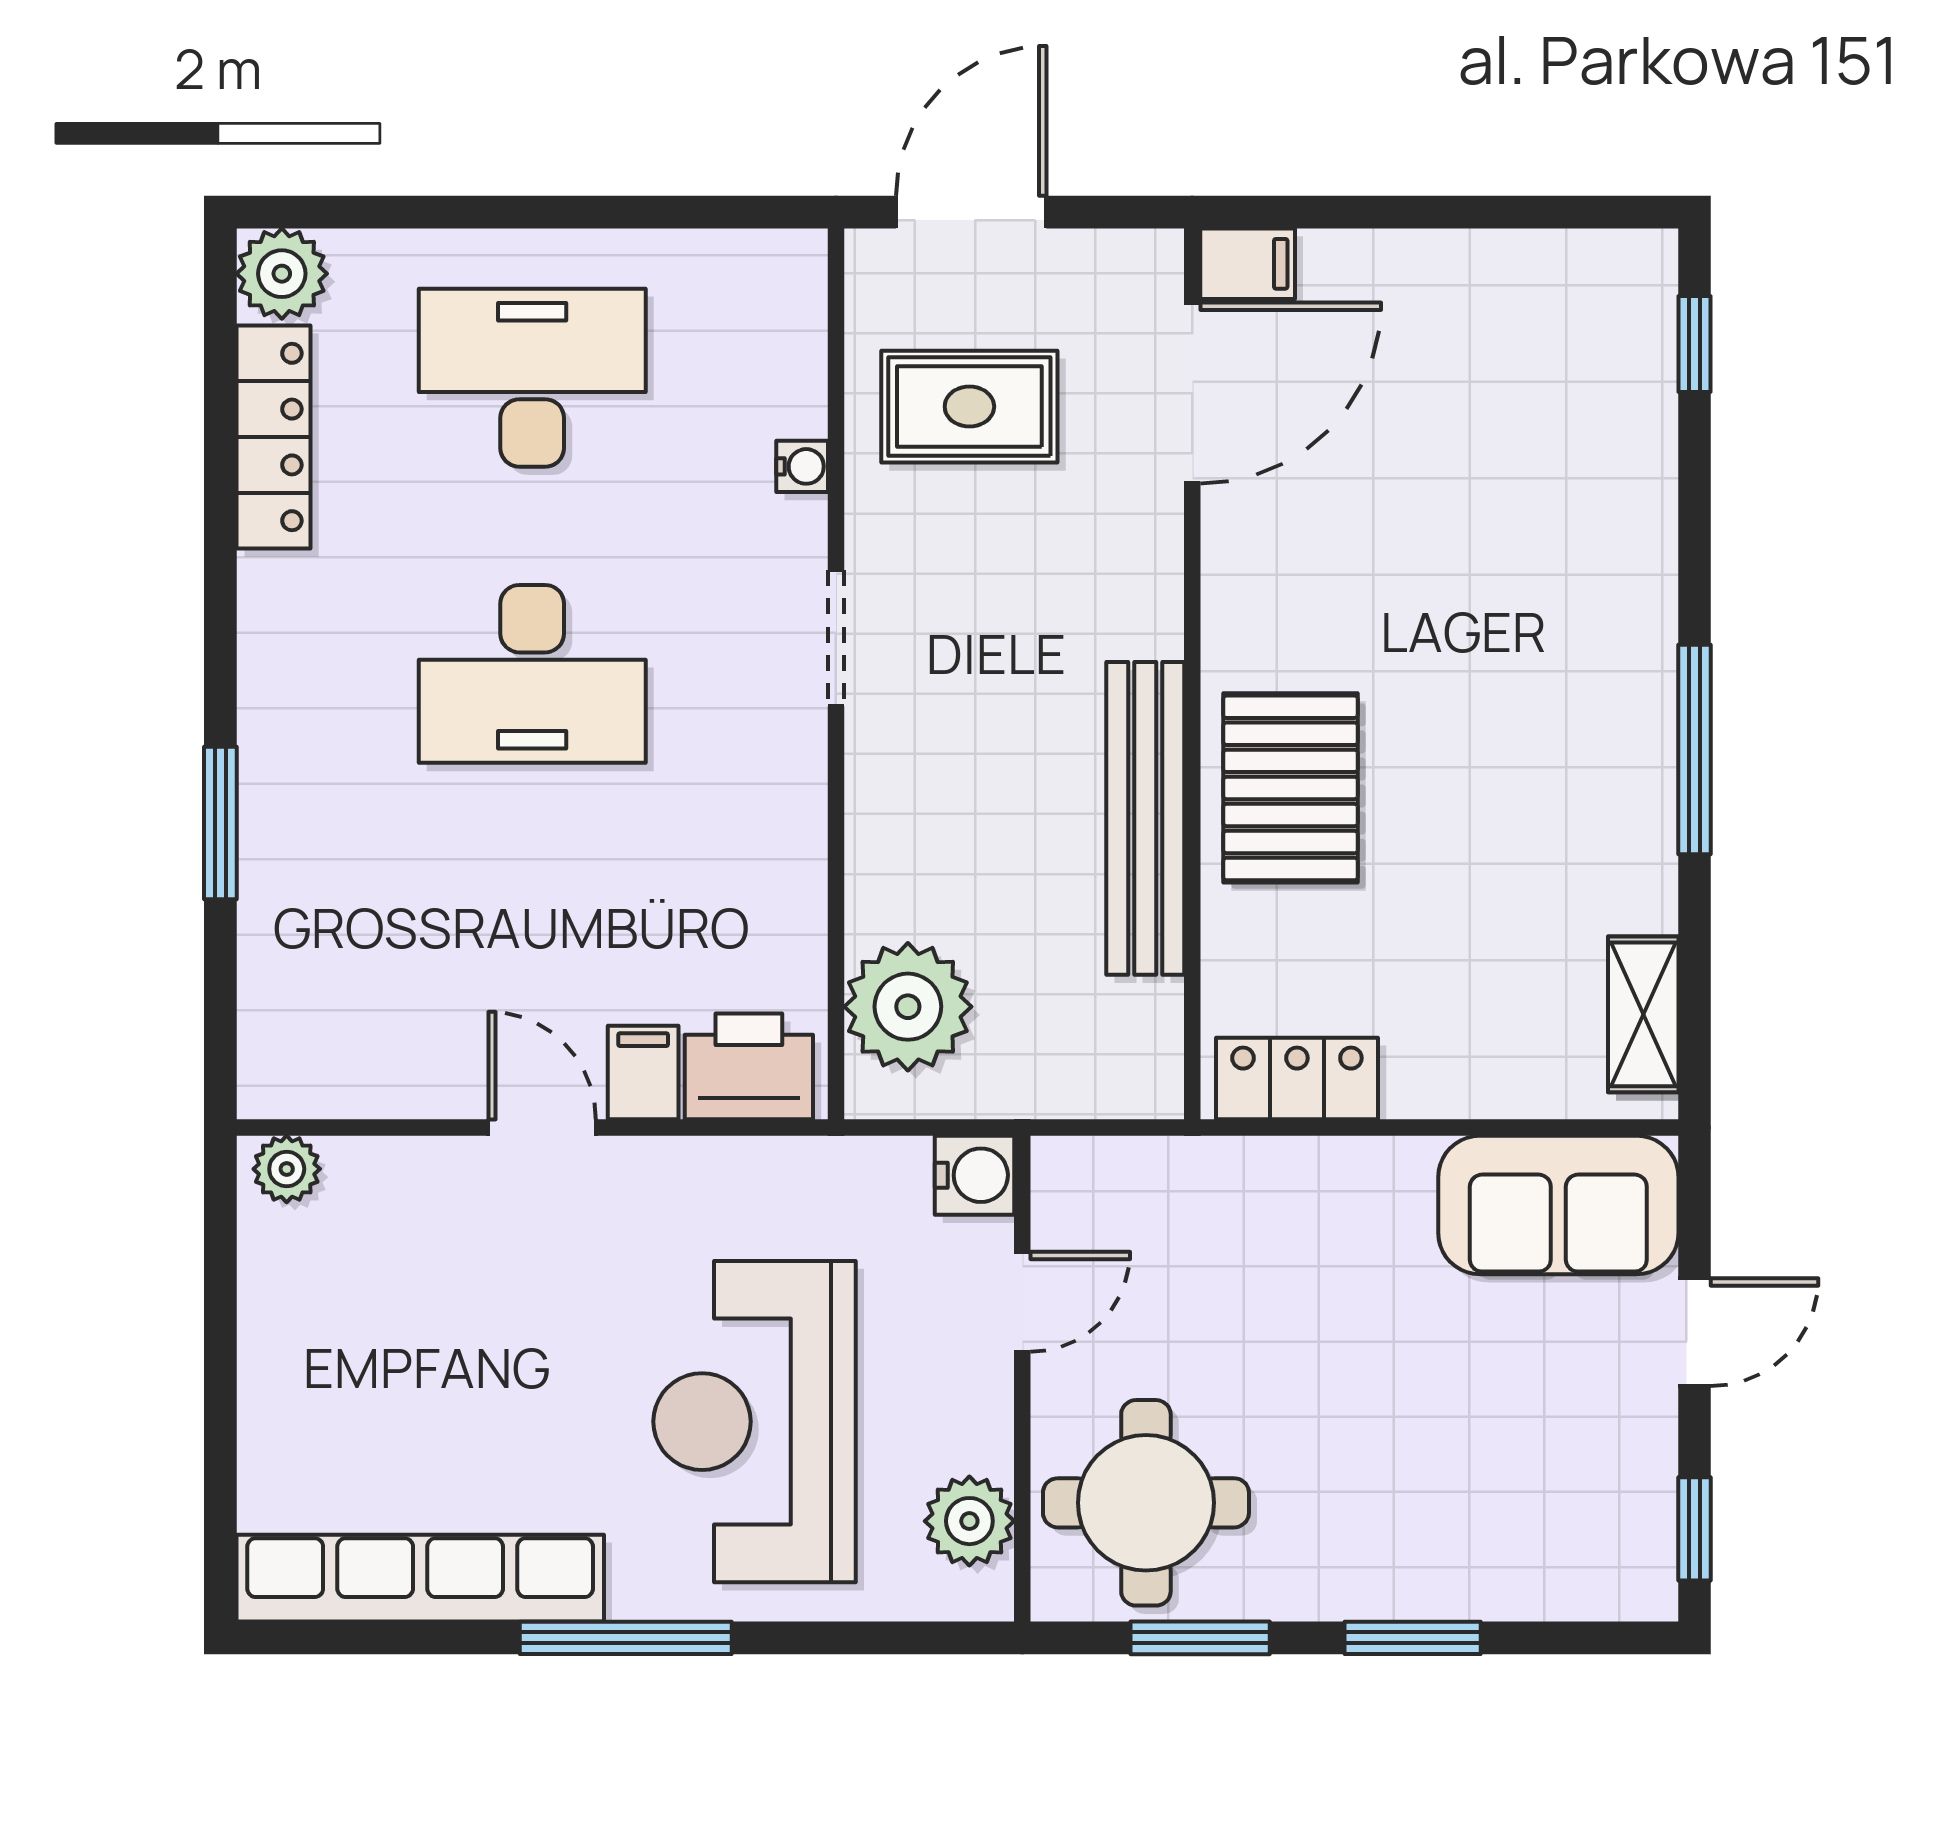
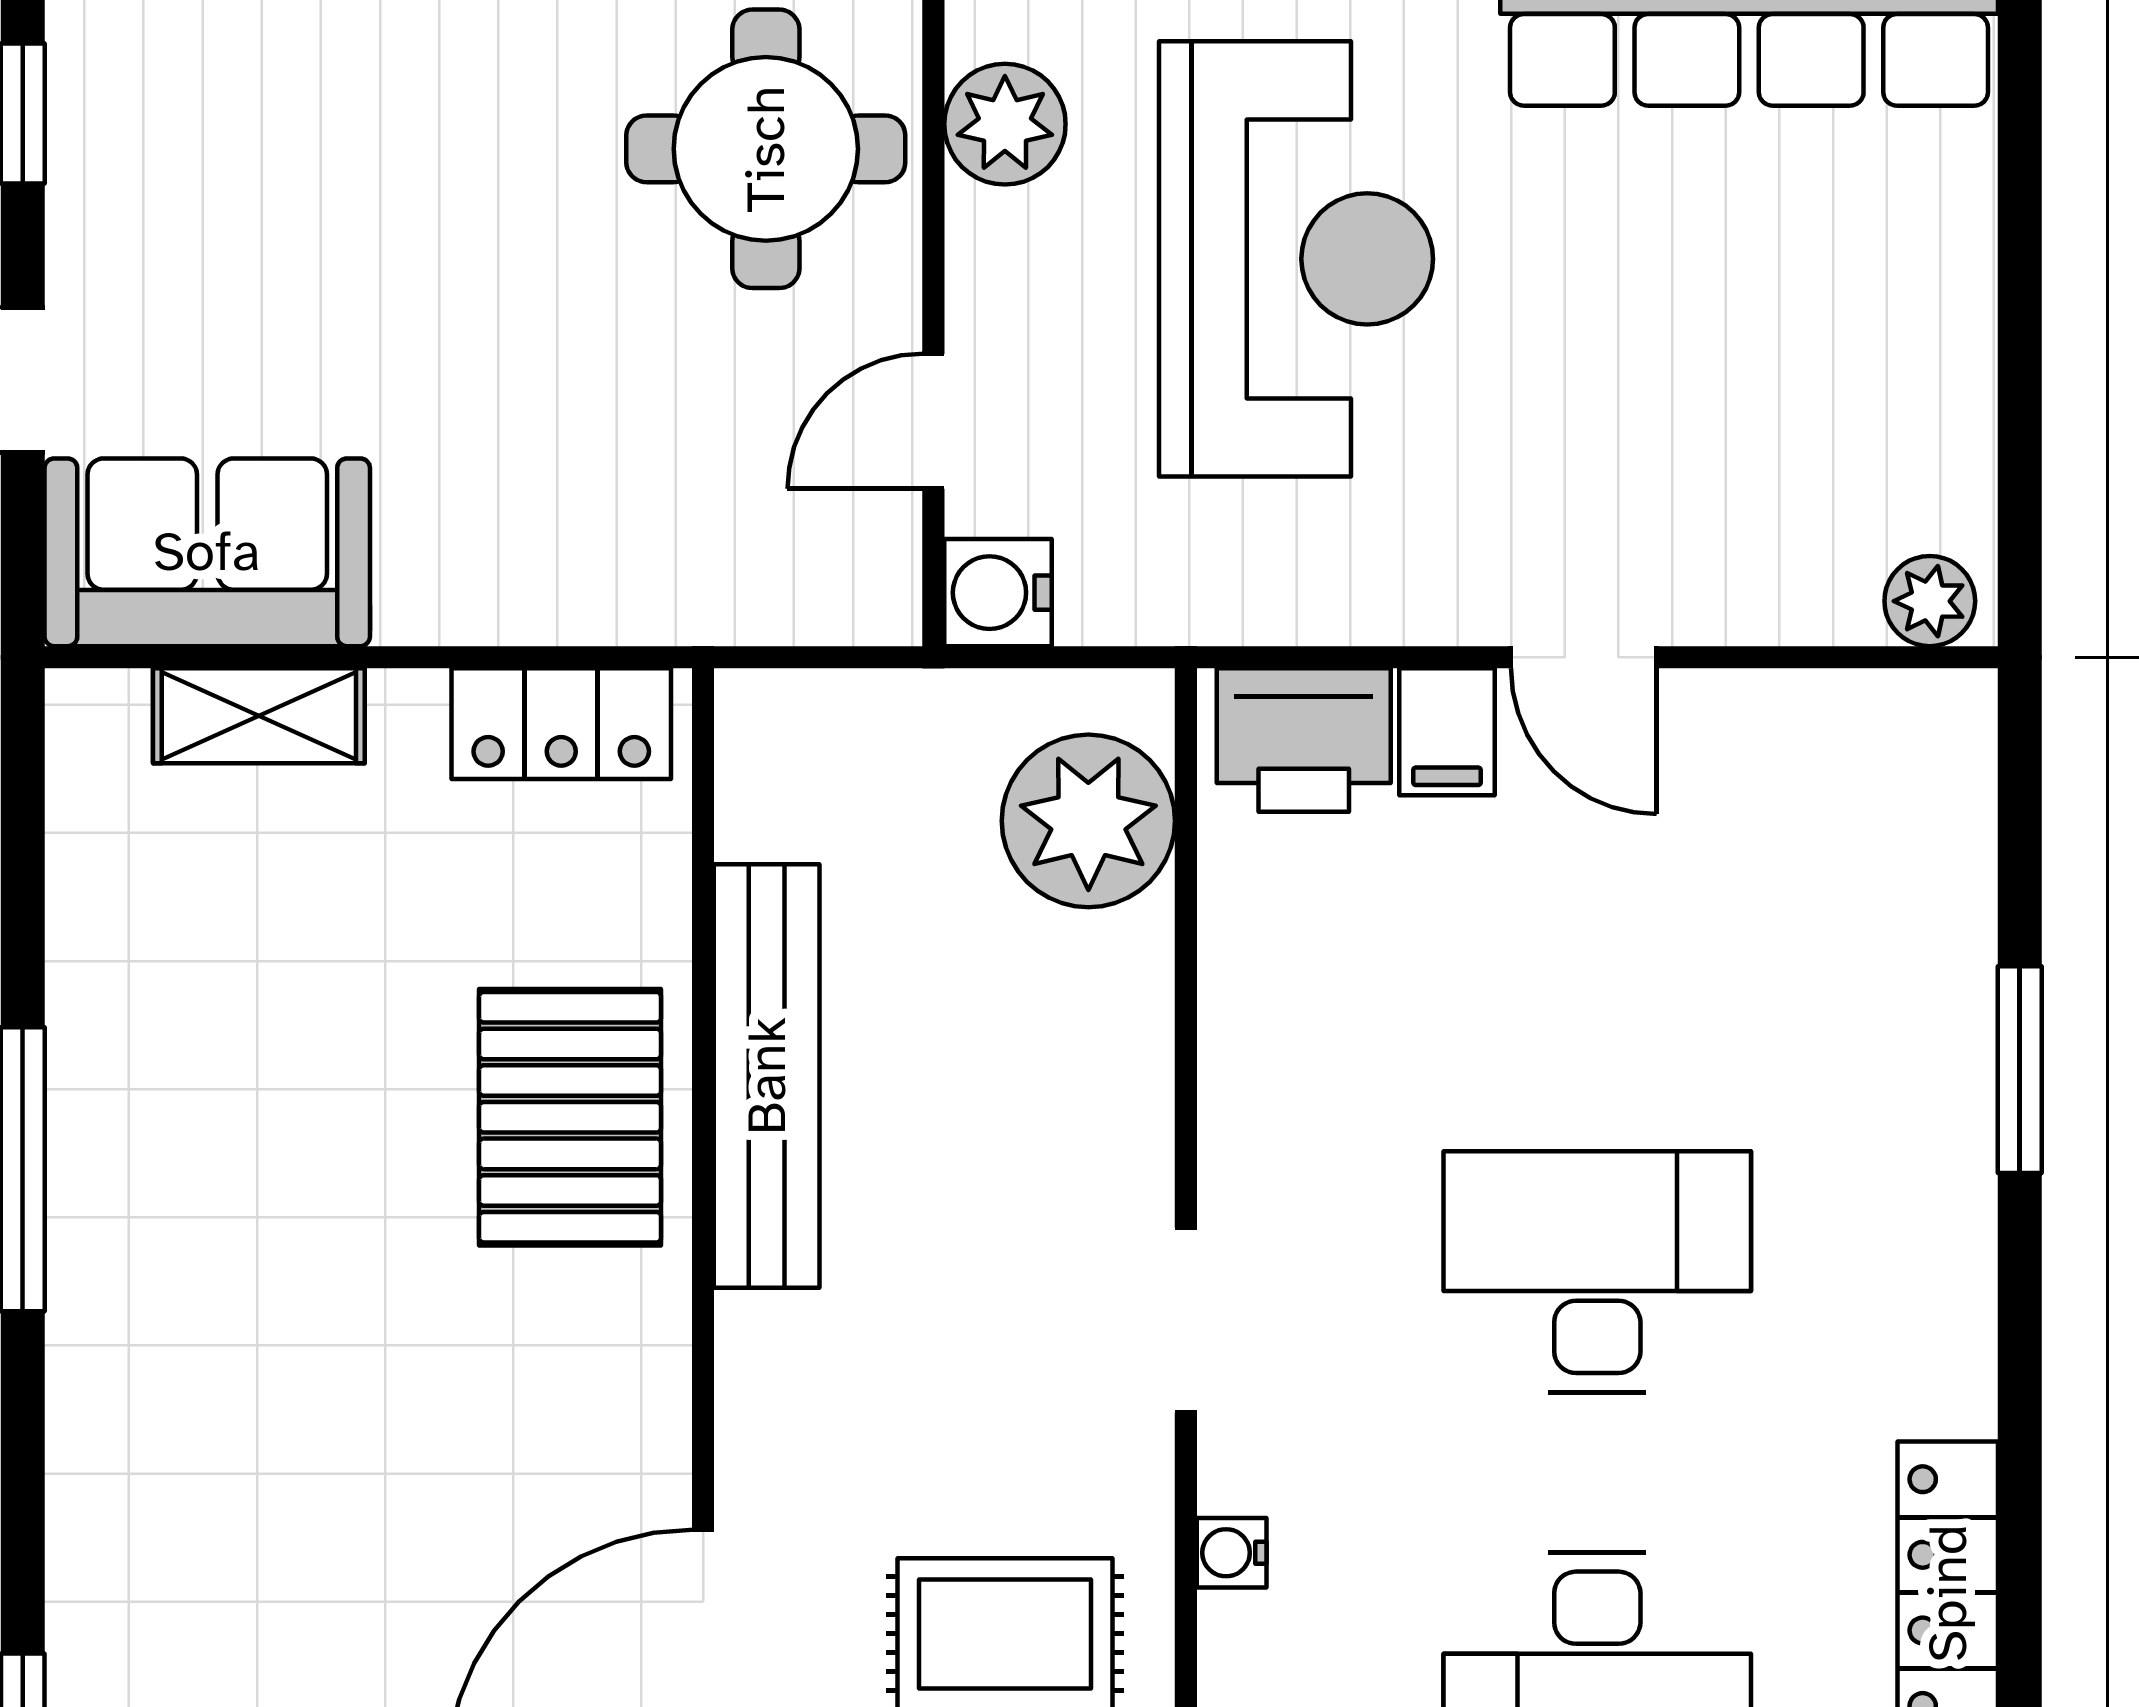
shelving: (1643, 1014) -> (259, 716), moved, turned 90

